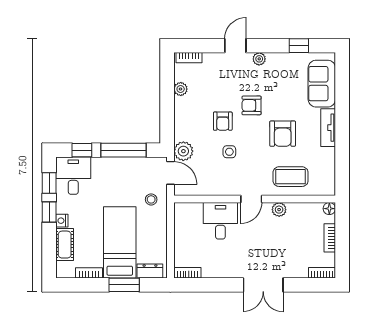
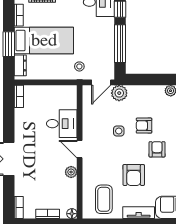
armchair: (283, 134) -> (134, 175), turned -90
coffee table: (291, 177) -> (104, 199), moved

